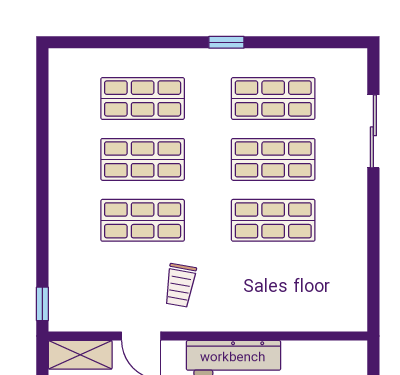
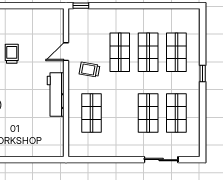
window: (226, 42) -> (203, 74), moved
shop shelf: (273, 220) -> (91, 113), moved
shelving: (80, 355) -> (57, 23), removed

